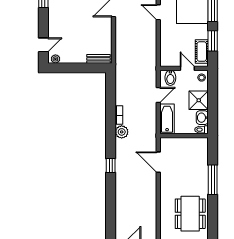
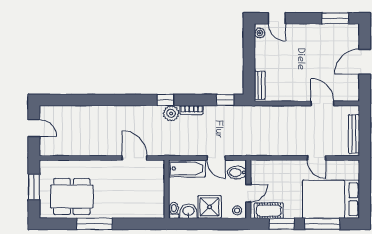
door: (158, 12) -> (316, 158), swing flipped
window: (111, 87) -> (225, 100), added
door: (158, 162) -> (134, 158), hinge flipped
window: (111, 165) -> (165, 100), moved
window: (213, 180) -> (95, 224), moved

